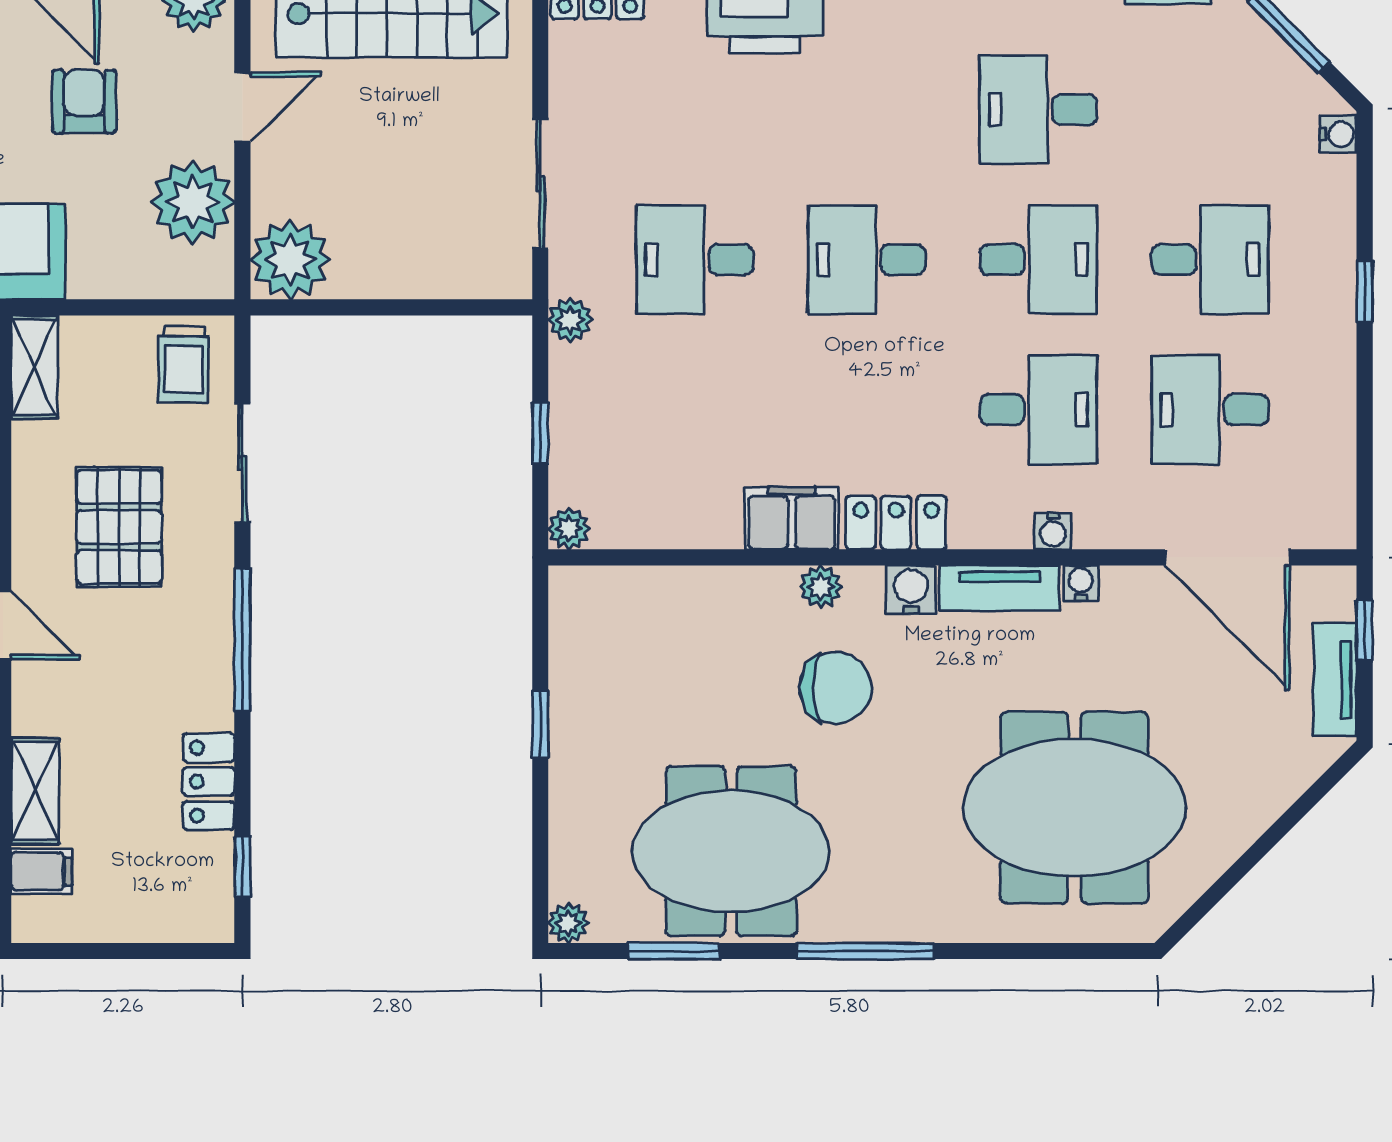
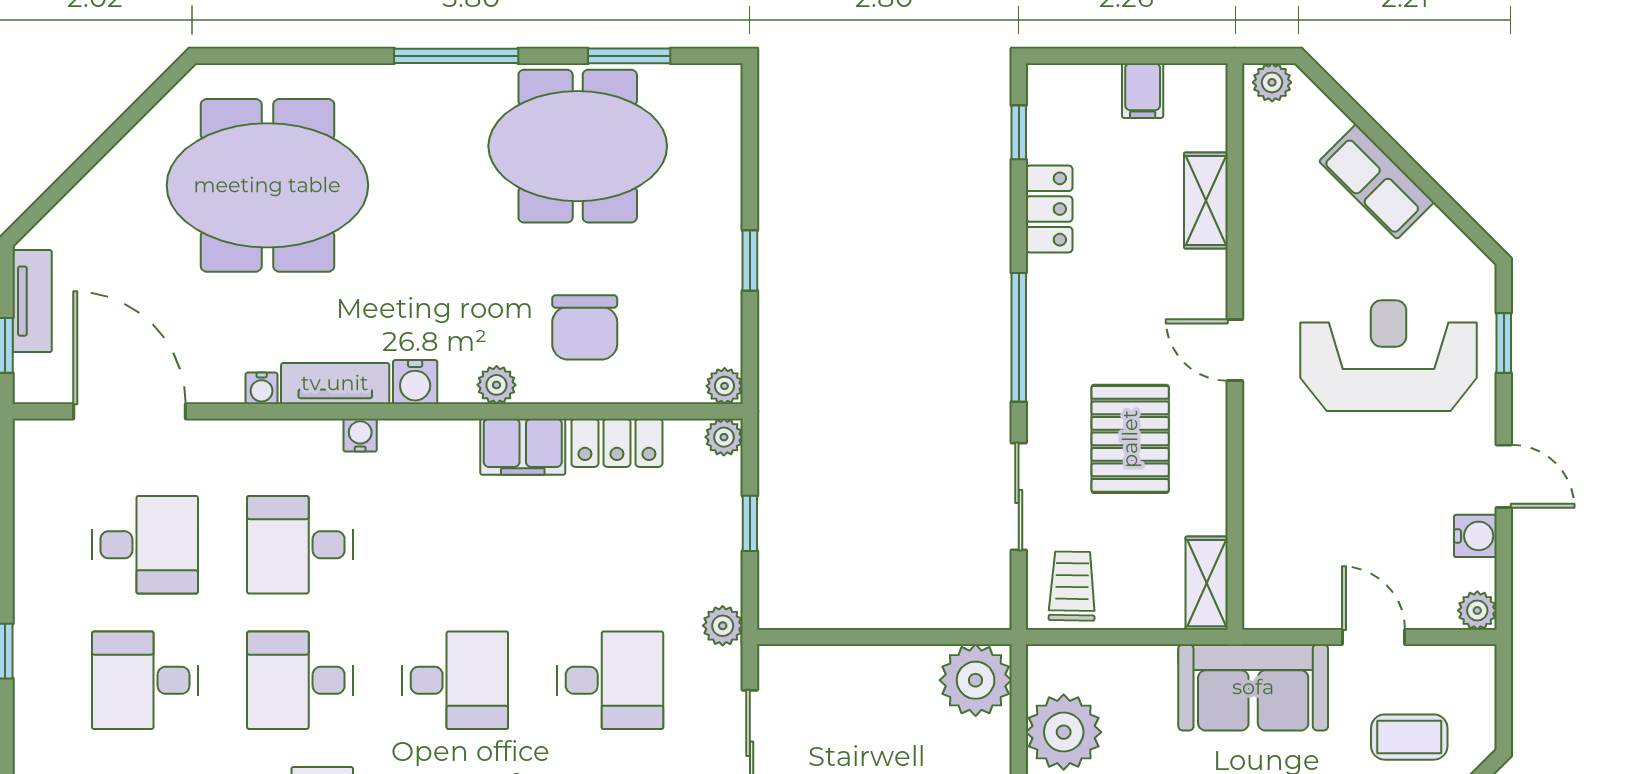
locker: (896, 523) -> (617, 443), moved
water cooler: (1053, 531) -> (360, 435), moved
chair: (836, 688) -> (585, 327), moved, turned -90
filing cabinet: (41, 871) -> (1143, 91), moved, turned -90
plant: (568, 923) -> (725, 386), moved

